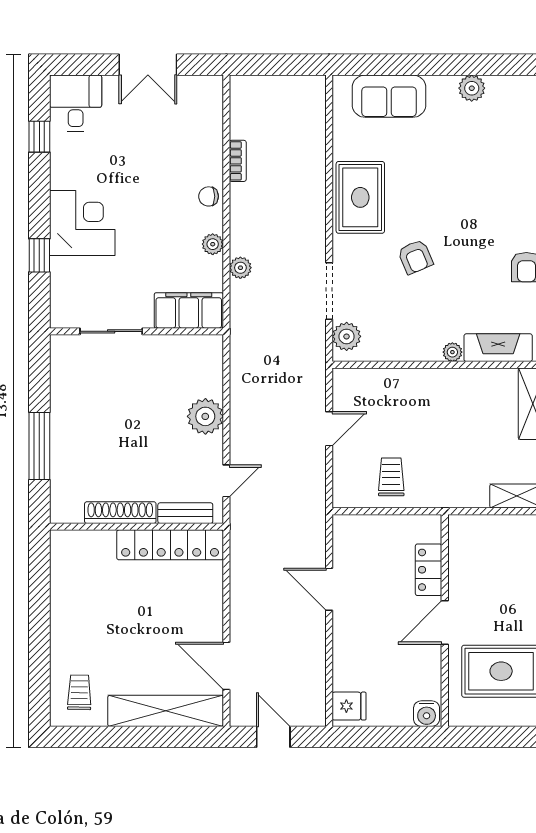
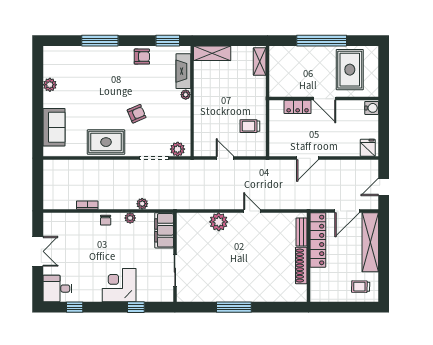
shoe rack: (120, 513) -> (301, 266), moved
bench: (185, 513) -> (301, 232), moved
wall: (136, 527) -> (308, 257), moved
locker: (170, 545) -> (318, 240), moved

